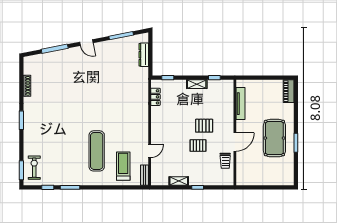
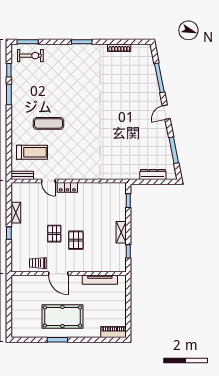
locker: (155, 97) -> (67, 187), moved
exercise mat: (97, 151) -> (48, 123), width x0.73, depth x0.69

